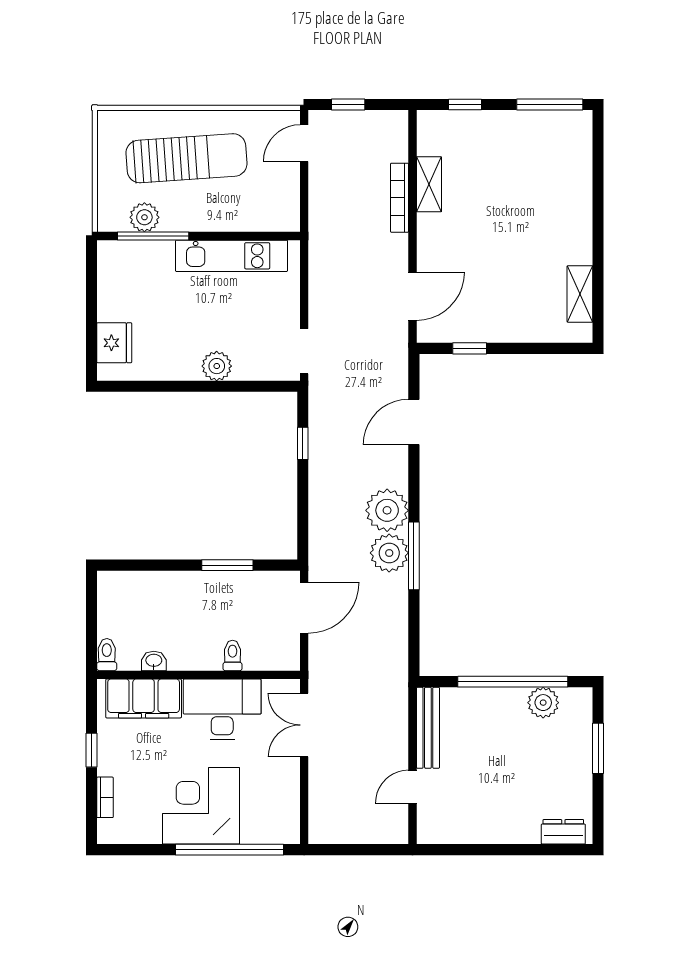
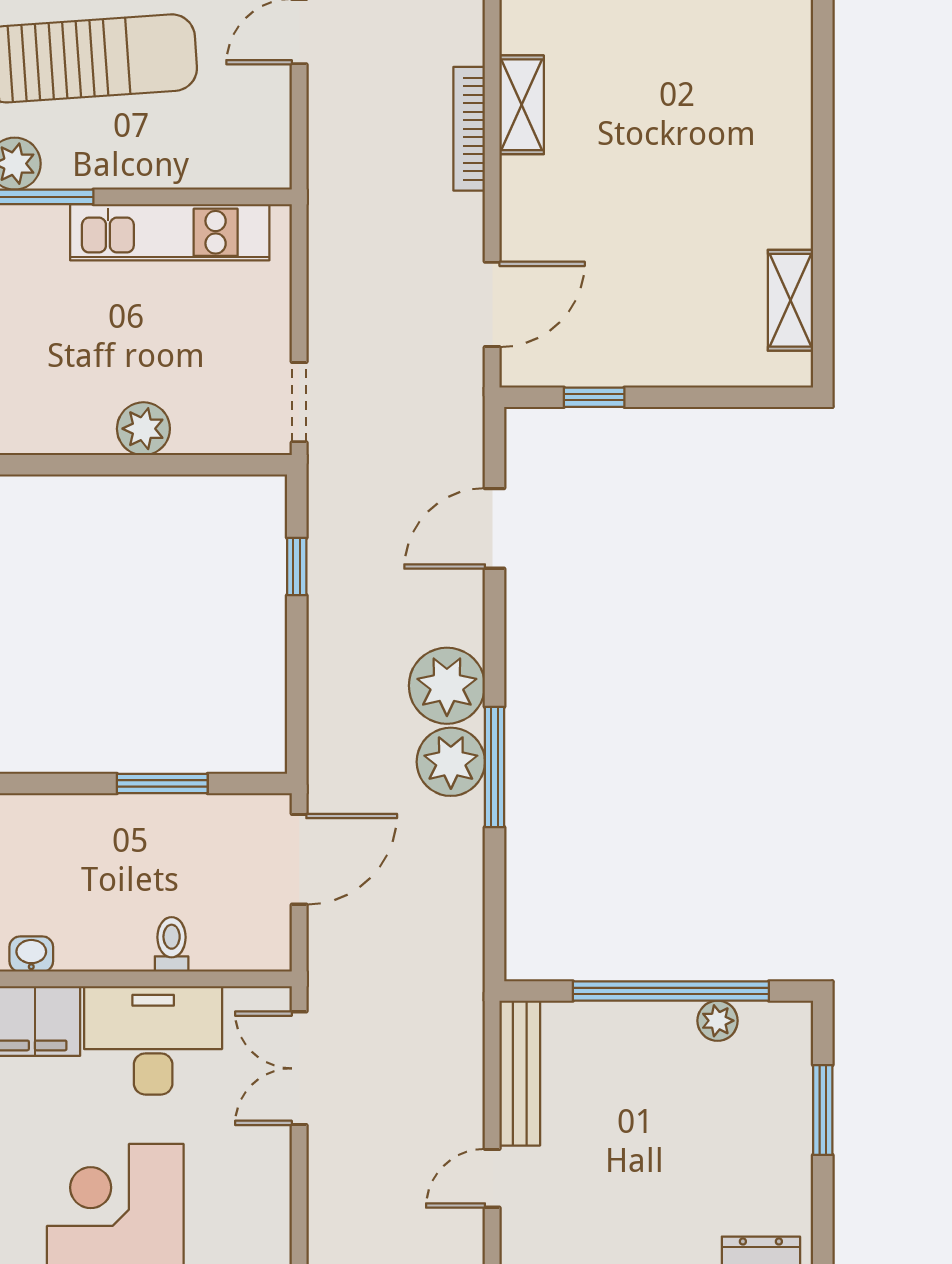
plant: (543, 703) -> (718, 1021), width x0.73, depth x0.73

